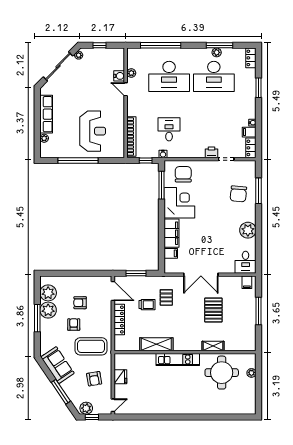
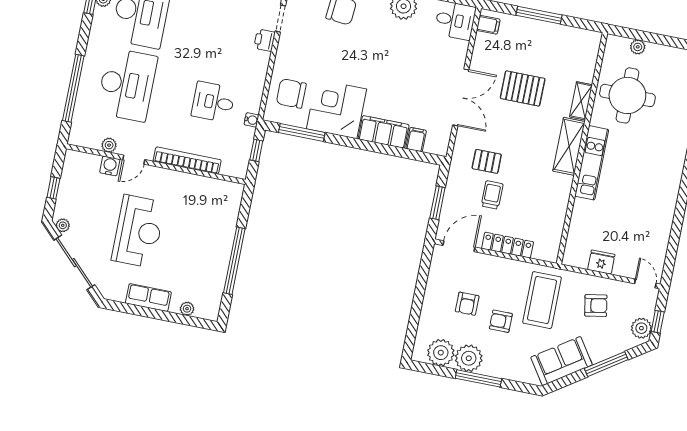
row of seats: (46, 114) -> (148, 298), width x0.68
reception desk: (93, 131) -> (138, 231), moved, turned 90
bookcase: (131, 137) -> (187, 160), moved
shelving: (156, 344) -> (569, 146), moved

